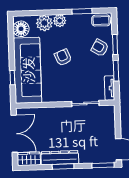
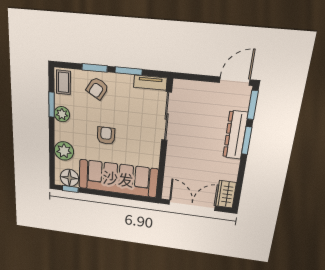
plant: (60, 21) -> (62, 114), moved
armchair: (63, 57) -> (106, 136), turned 112
window: (12, 78) -> (70, 189), moved
sliding door: (85, 104) -> (167, 117), width x1.37
dresser: (60, 158) -> (235, 135), moved
window: (63, 167) -> (247, 141), moved

